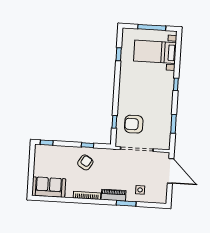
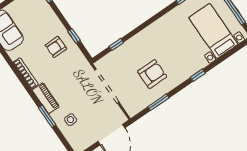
armchair: (134, 124) -> (152, 74), moved, turned 90
armchair: (85, 162) -> (56, 47), turned 148

